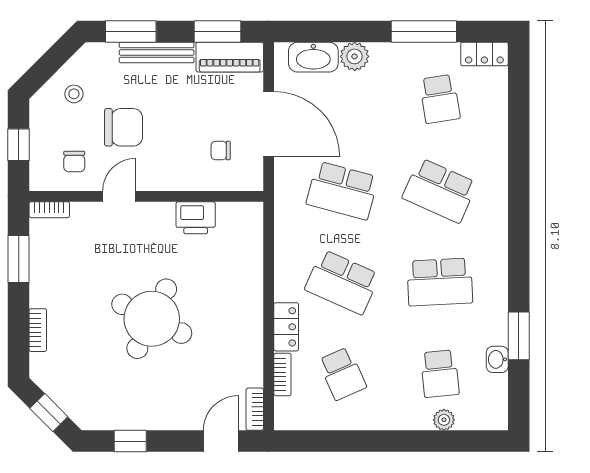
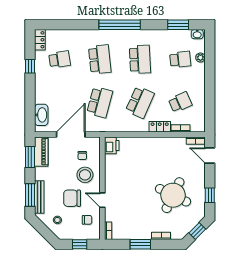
window: (424, 31) -> (30, 66), width x0.46
bench: (157, 53) -> (39, 197), moved
plant: (355, 56) -> (41, 97), removed
chair: (124, 127) -> (72, 198), turned -90
stool: (177, 157) -> (85, 175), added
school desk: (440, 190) -> (100, 59), turned -30
printer: (196, 218) -> (112, 145), moved
window: (519, 236) -> (120, 25), added
window: (19, 259) -> (140, 244), moved
round table: (152, 319) -> (173, 195), moved
window: (519, 336) -> (178, 25), moved
washbasin: (497, 359) -> (197, 34), moved

